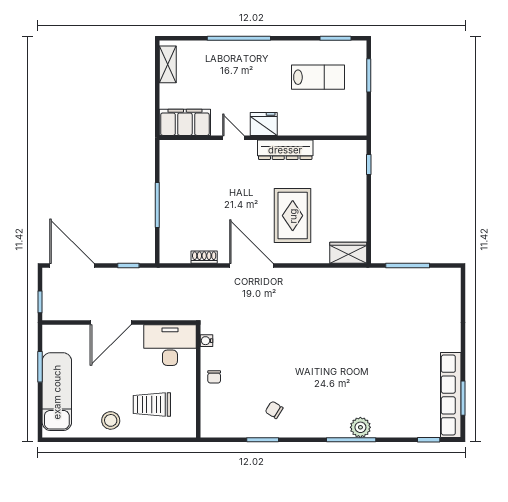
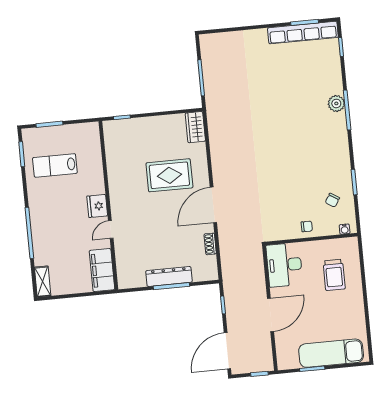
shelving: (168, 64) -> (43, 282), moved, turned 90
lab bench: (318, 77) -> (55, 165), turned -90
dresser: (285, 150) -> (169, 276), moved, turned -90
door: (111, 322) -> (271, 315), hinge flipped
water cooler: (206, 341) -> (345, 229), moved
chair: (274, 410) -> (332, 200), moved
stool: (111, 420) -> (350, 307), removed

